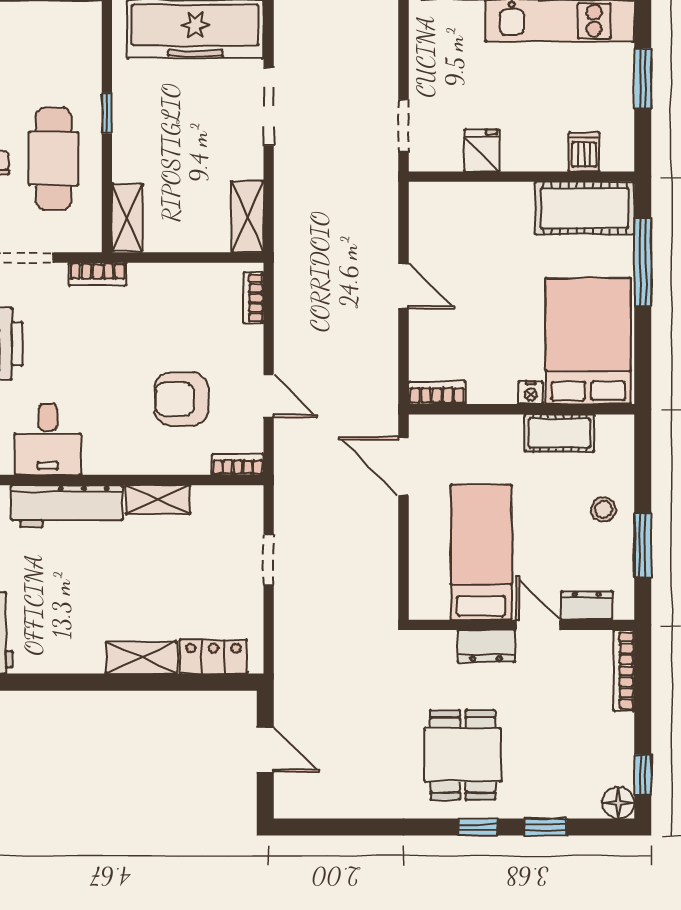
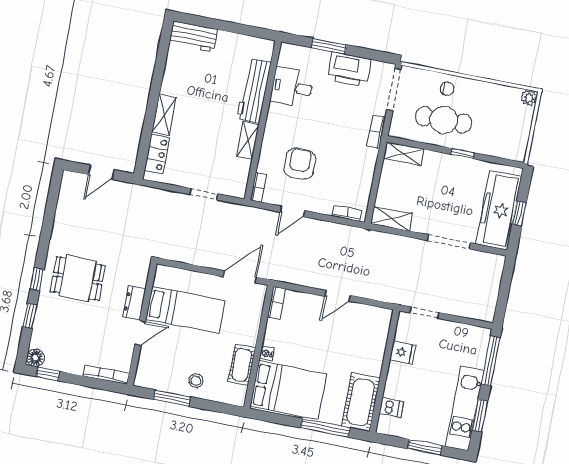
dresser: (587, 605) -> (145, 361), removed

